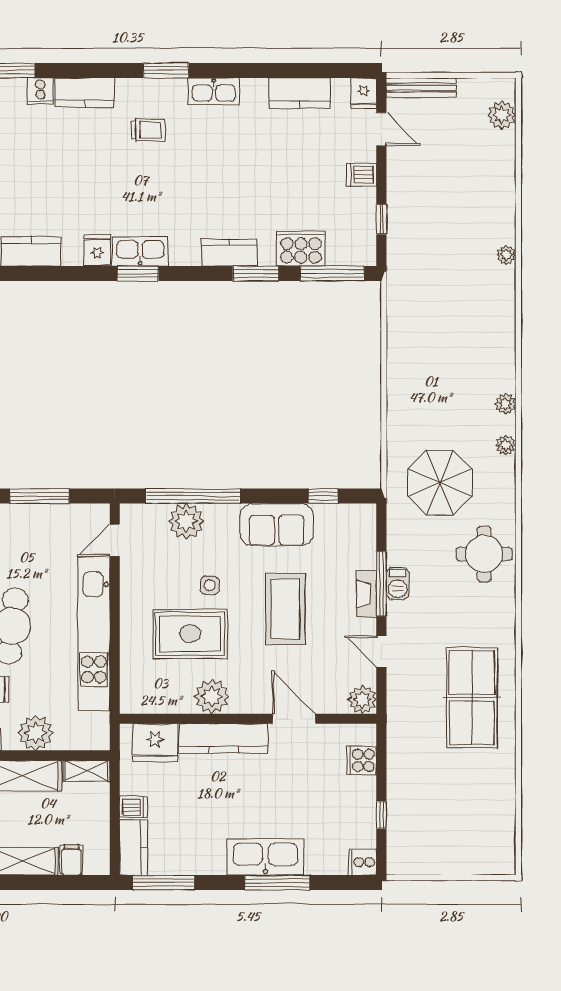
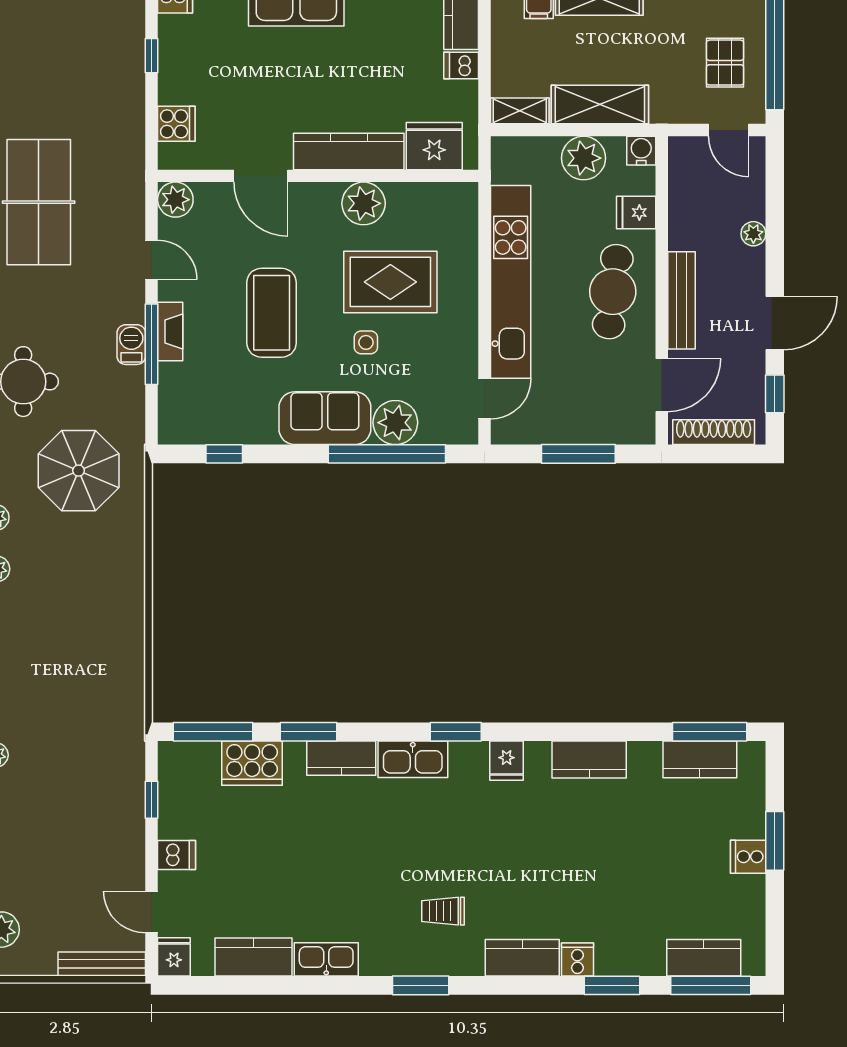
kitchen sink: (214, 91) -> (326, 959), moved
kitchen sink: (140, 251) -> (413, 759), moved
sofa: (277, 525) -> (325, 418), moved

